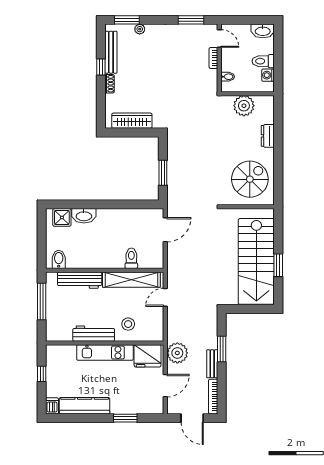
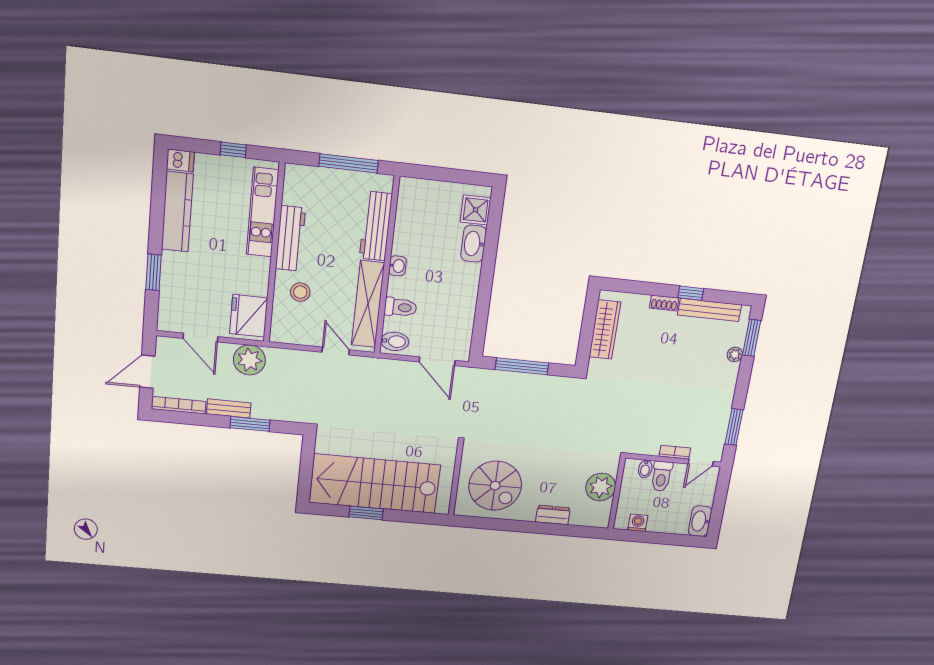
toilet: (263, 61) -> (661, 476), moved, turned 180
window: (163, 173) -> (522, 366), width x1.44
bidet: (59, 259) -> (395, 341), moved
washbasin: (104, 263) -> (397, 266), added
kitchen unit: (105, 353) -> (263, 212), moved

